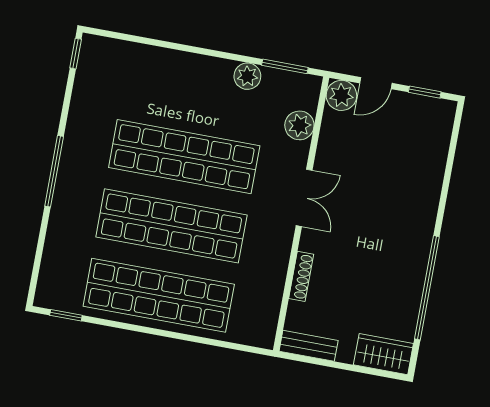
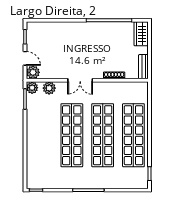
plant: (247, 76) -> (32, 88), moved
double door: (304, 198) -> (80, 80), swing flipped

